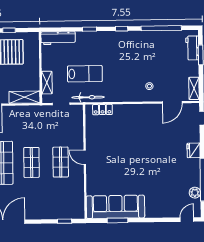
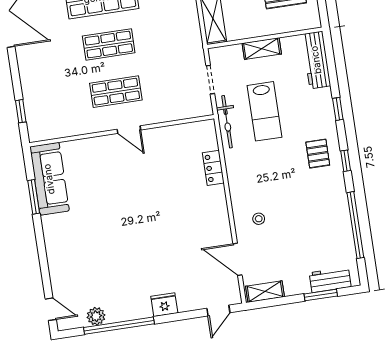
pallet: (115, 45) -> (318, 154), added
shelving: (47, 83) -> (262, 49), moved
locker: (102, 110) -> (213, 168), moved
door: (85, 157) -> (129, 130), swing flipped
sofa: (115, 207) -> (49, 179), width x0.74, depth x0.79

